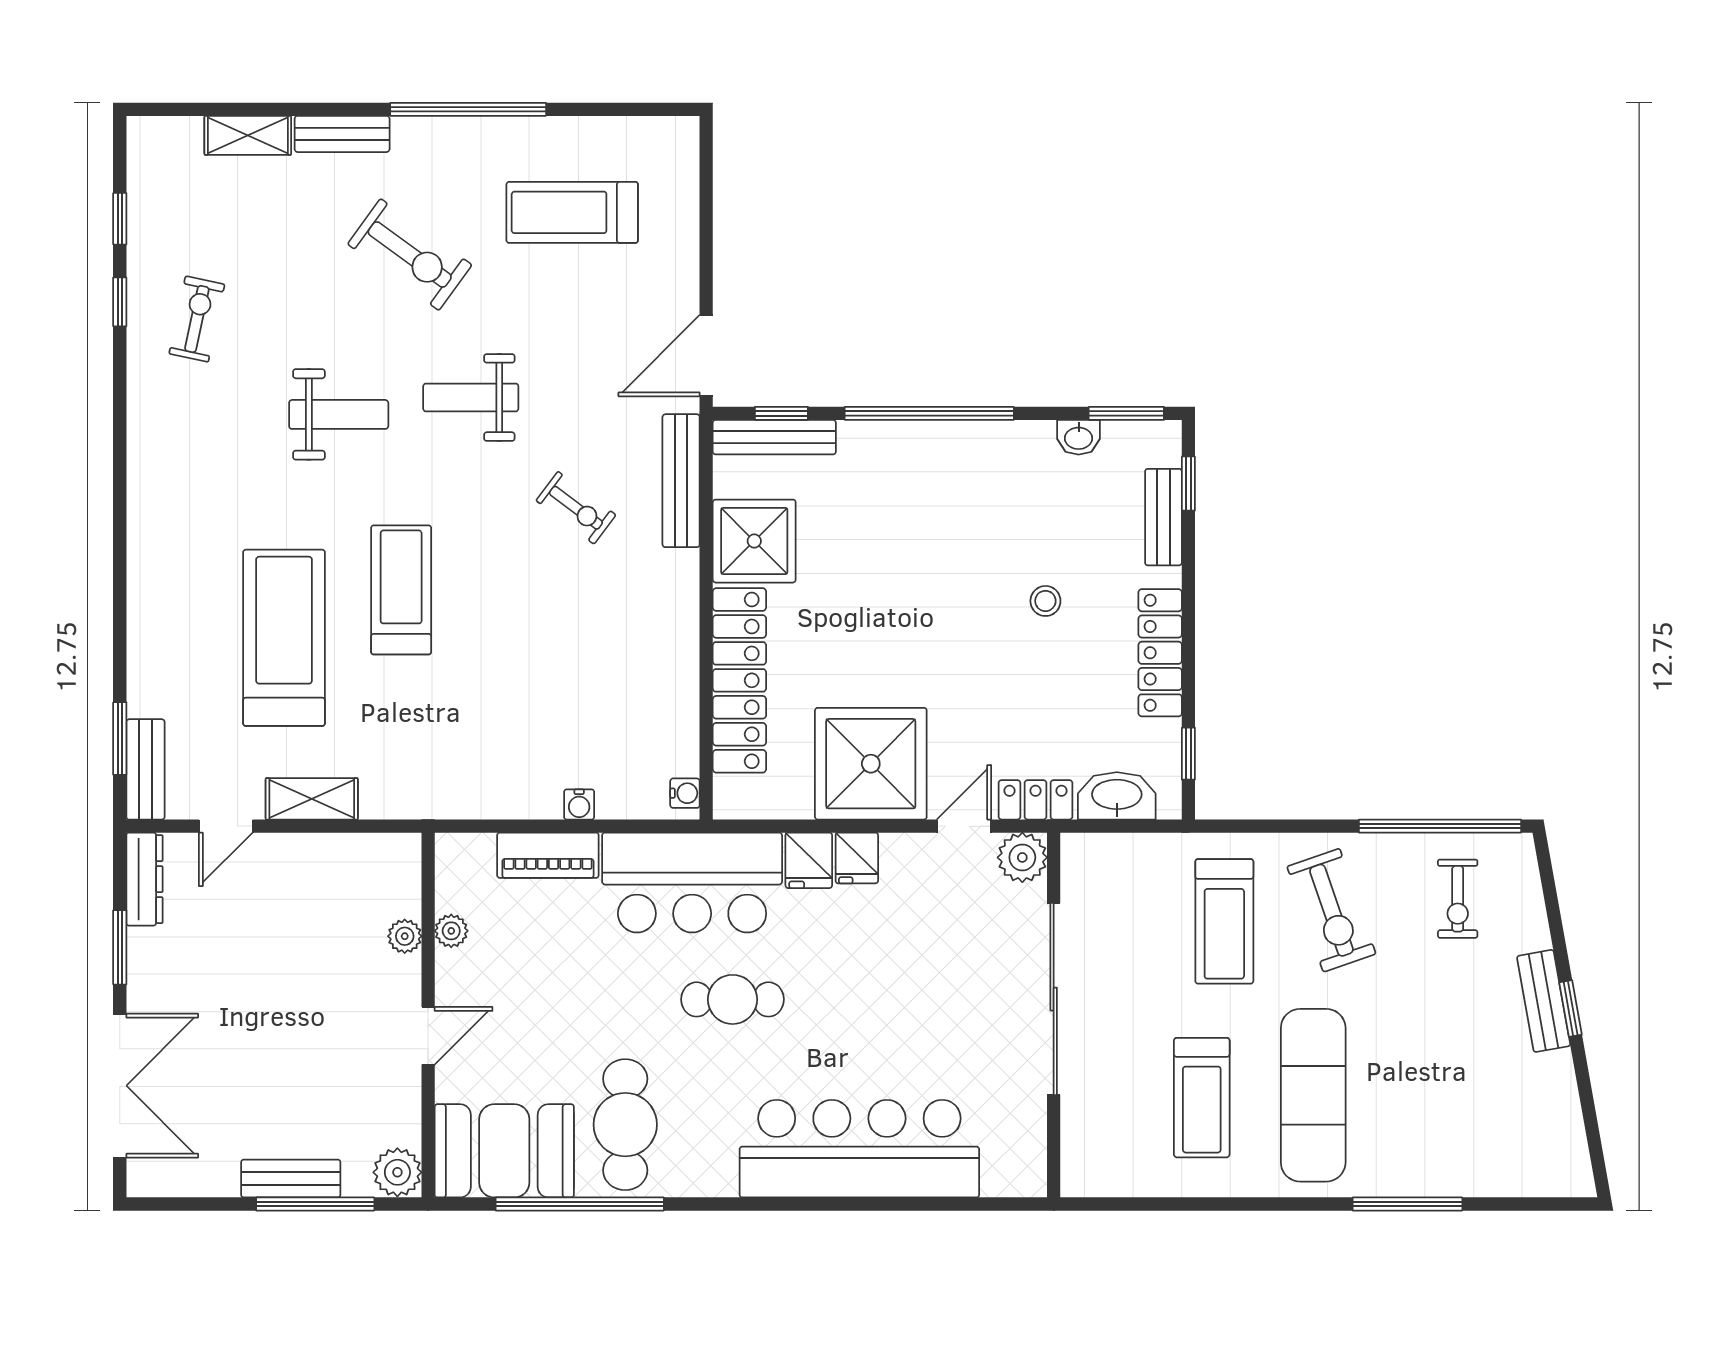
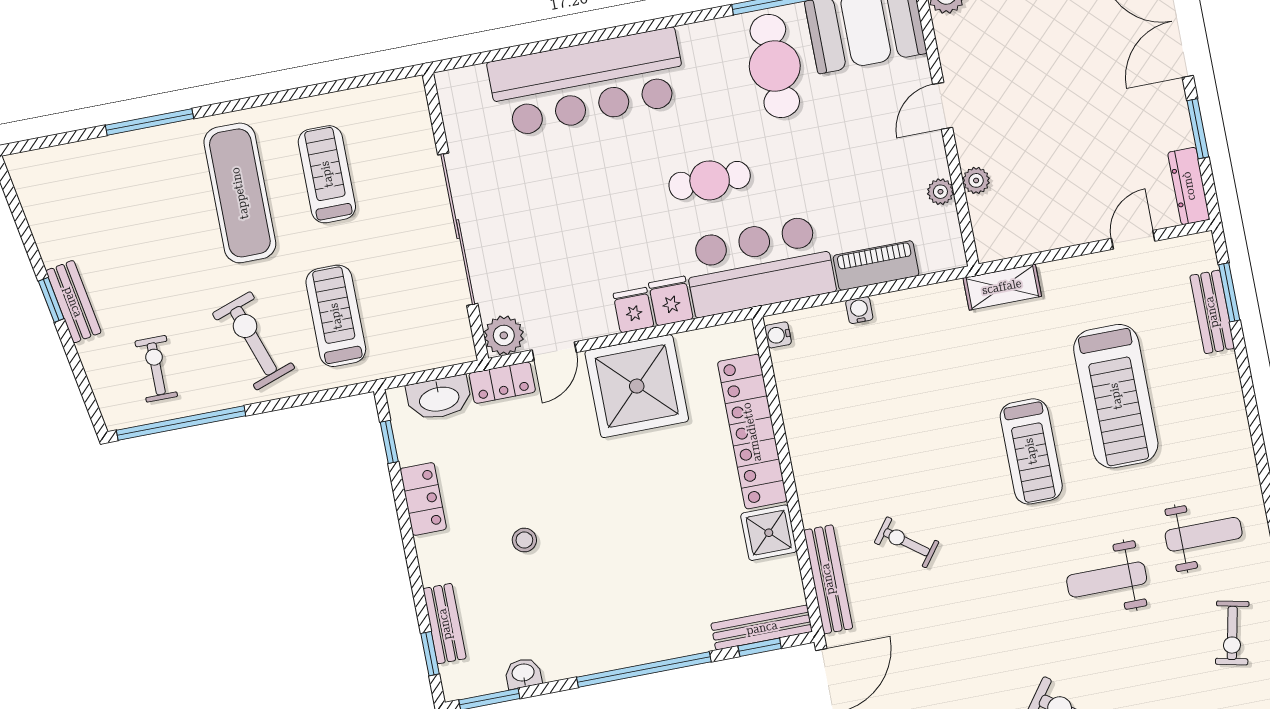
weight bench: (471, 397) -> (1204, 534), moved
shower: (754, 541) -> (769, 533), width x0.73, depth x0.73
locker: (1160, 653) -> (423, 499), width x0.66
bench: (145, 769) -> (1212, 312), moved
shelving: (312, 799) -> (1002, 287), moved

